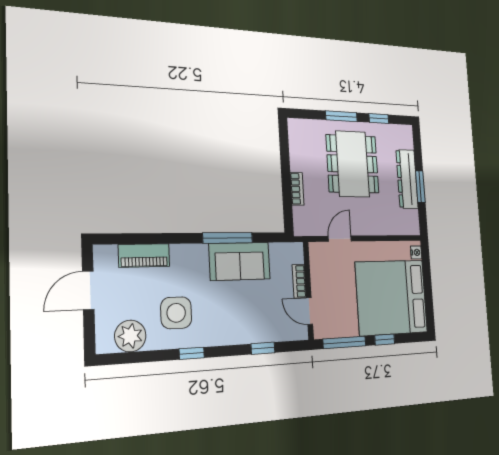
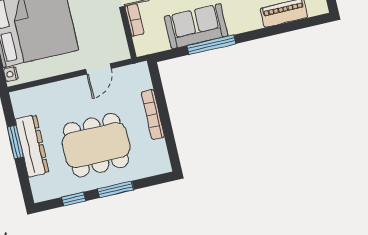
dining table: (352, 164) -> (96, 145), turned 90
bookcase: (297, 189) -> (153, 115), width x1.56

